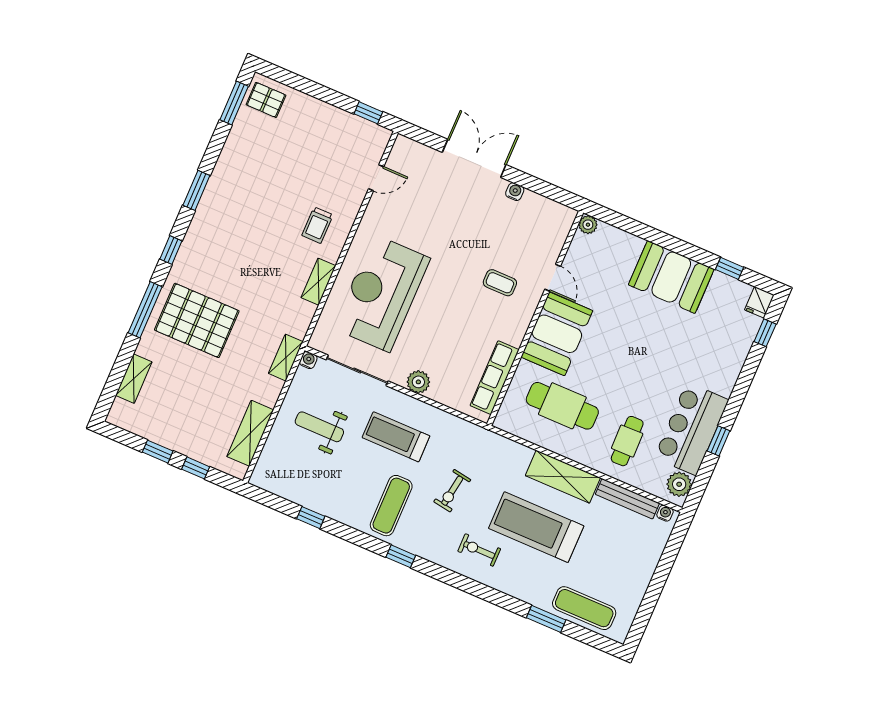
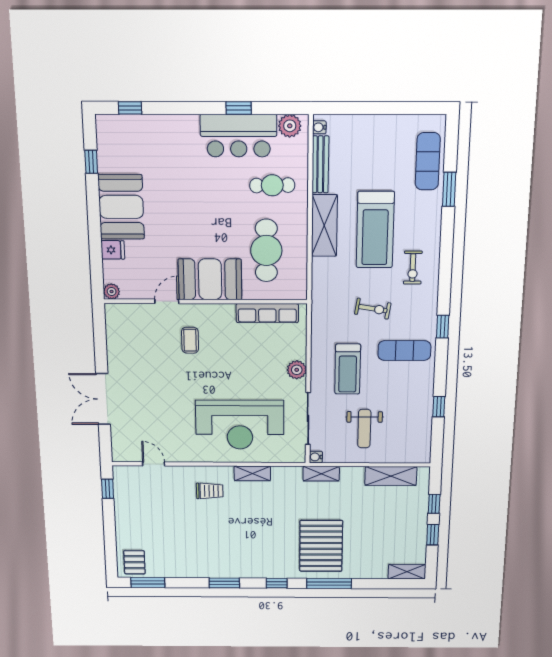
water cooler: (515, 192) -> (114, 358), removed
fridge: (759, 302) -> (113, 250), moved
shelving: (134, 379) -> (407, 572), moved

